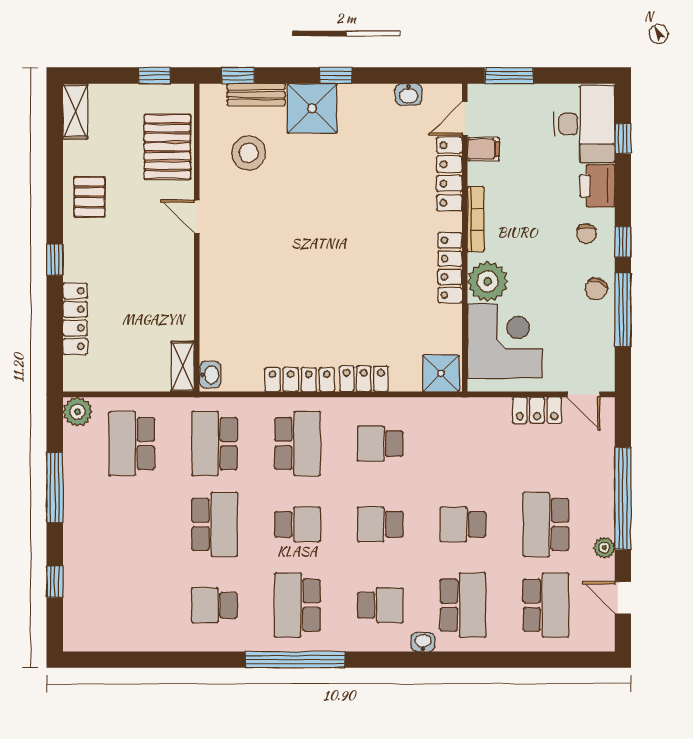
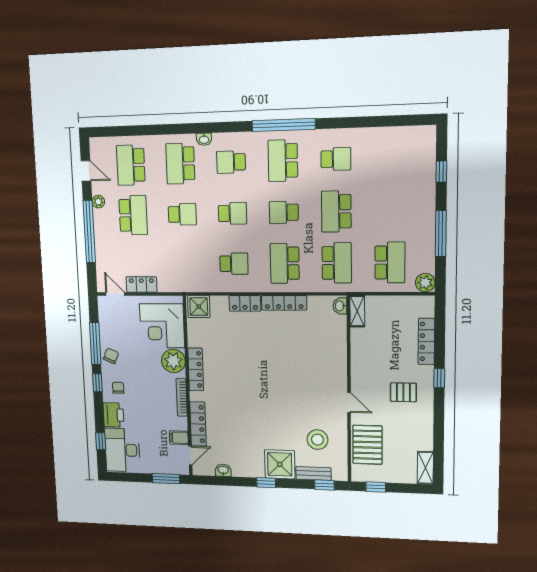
pallet: (89, 197) -> (403, 392), moved, turned 90
school desk: (297, 605) -> (283, 161), turned 180

